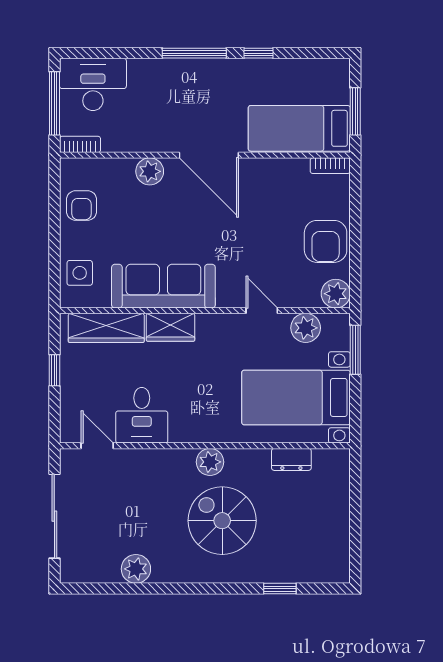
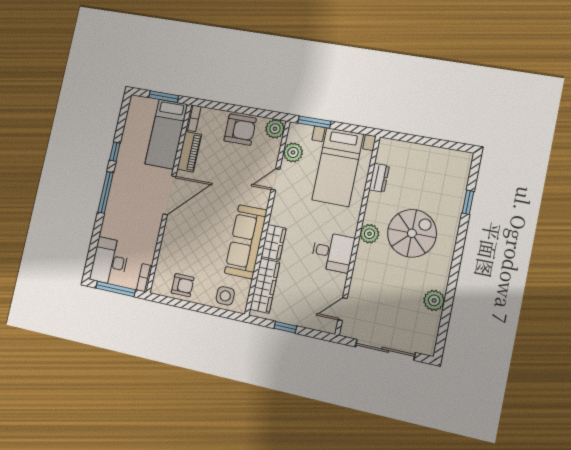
plant: (150, 171) -> (171, 236), removed
piano: (279, 171) -> (189, 152), added
desk: (142, 415) -> (333, 252), moved
spiral stairs: (222, 521) -> (412, 233), turned 180

